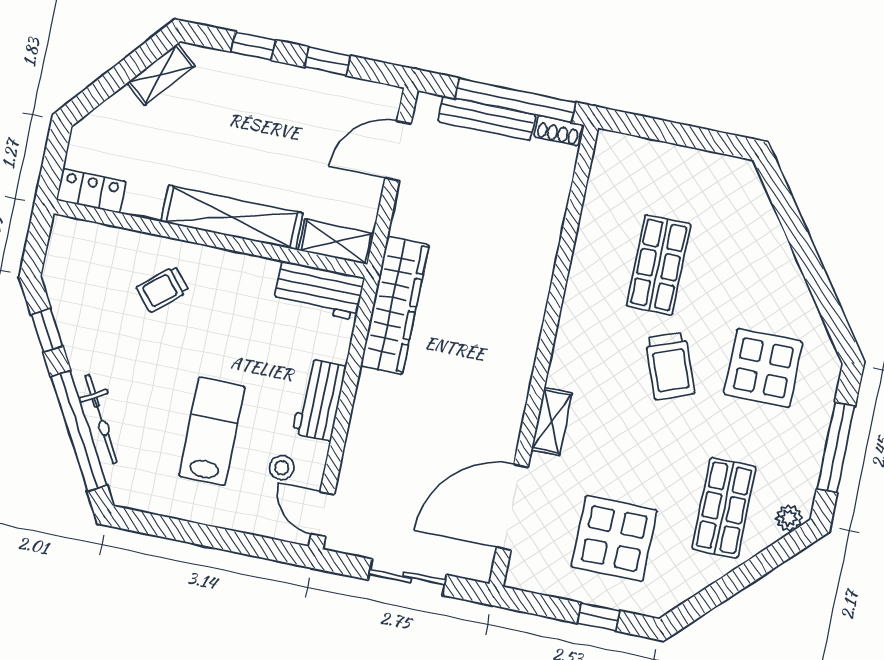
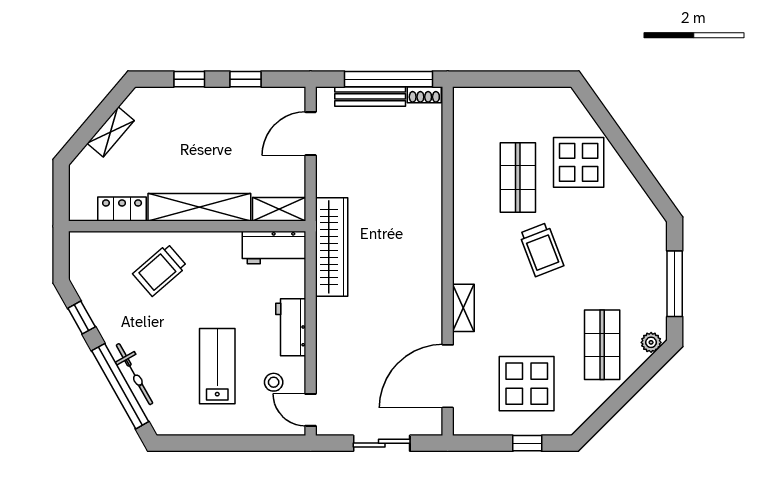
shelving: (161, 74) -> (111, 132), moved
locker: (91, 191) -> (122, 209), moved
trolley: (163, 289) -> (160, 270), width x1.36, depth x1.39
display table: (763, 368) -> (579, 162), moved

